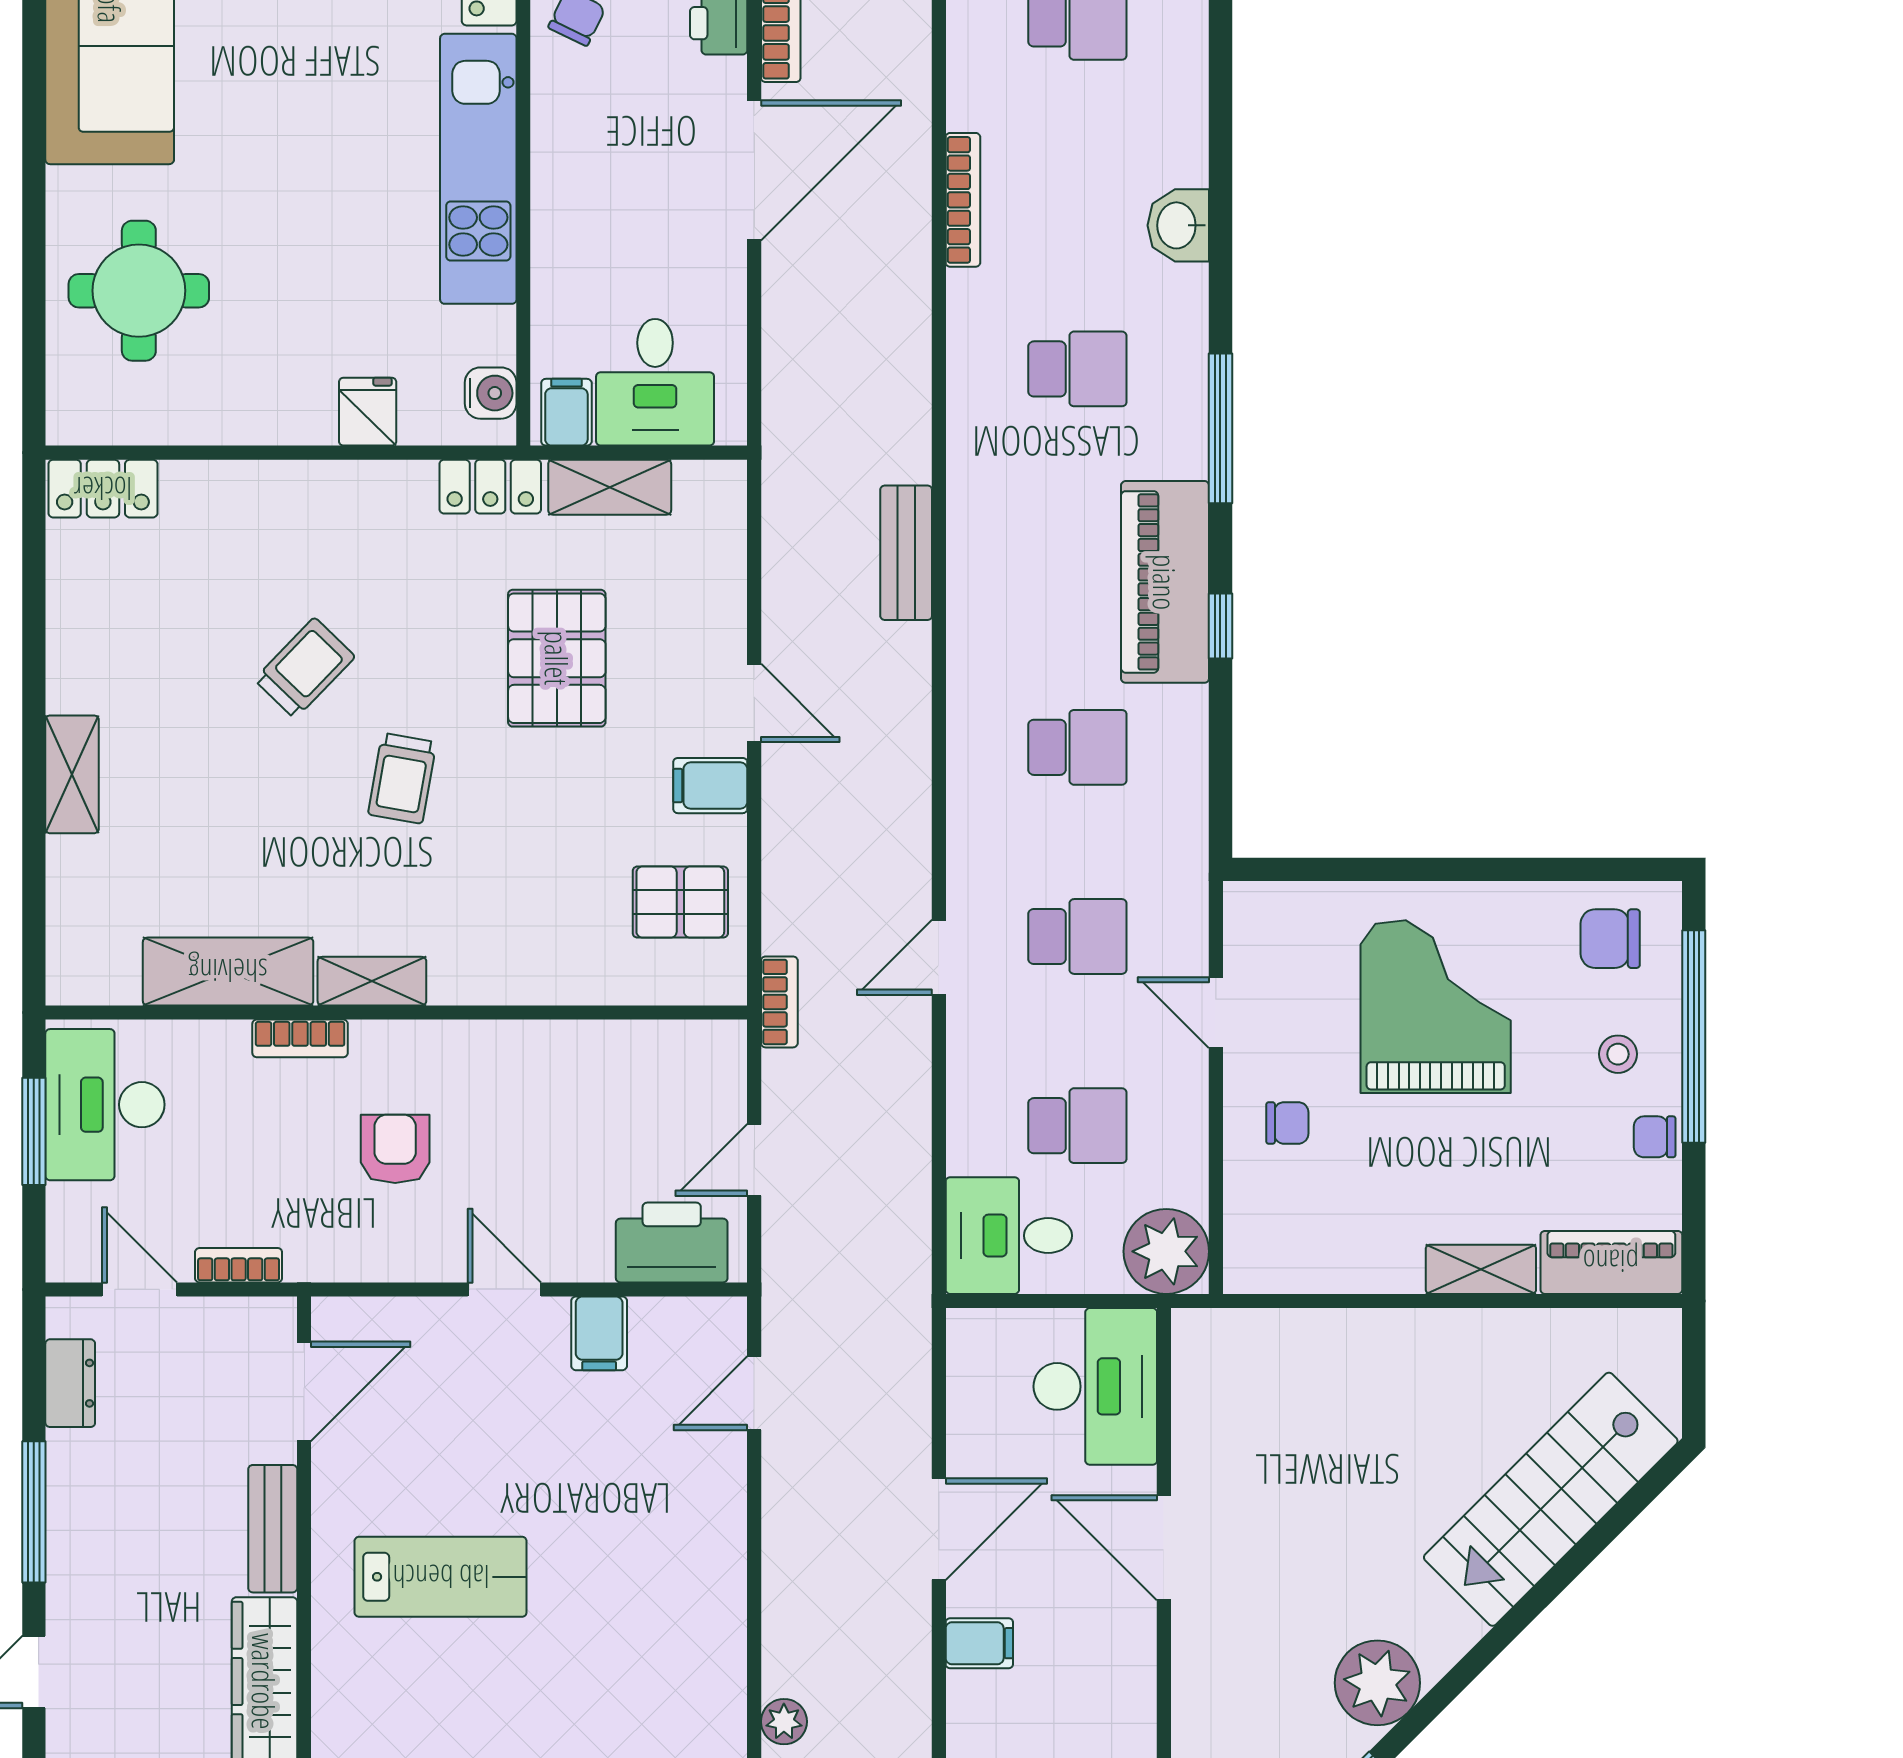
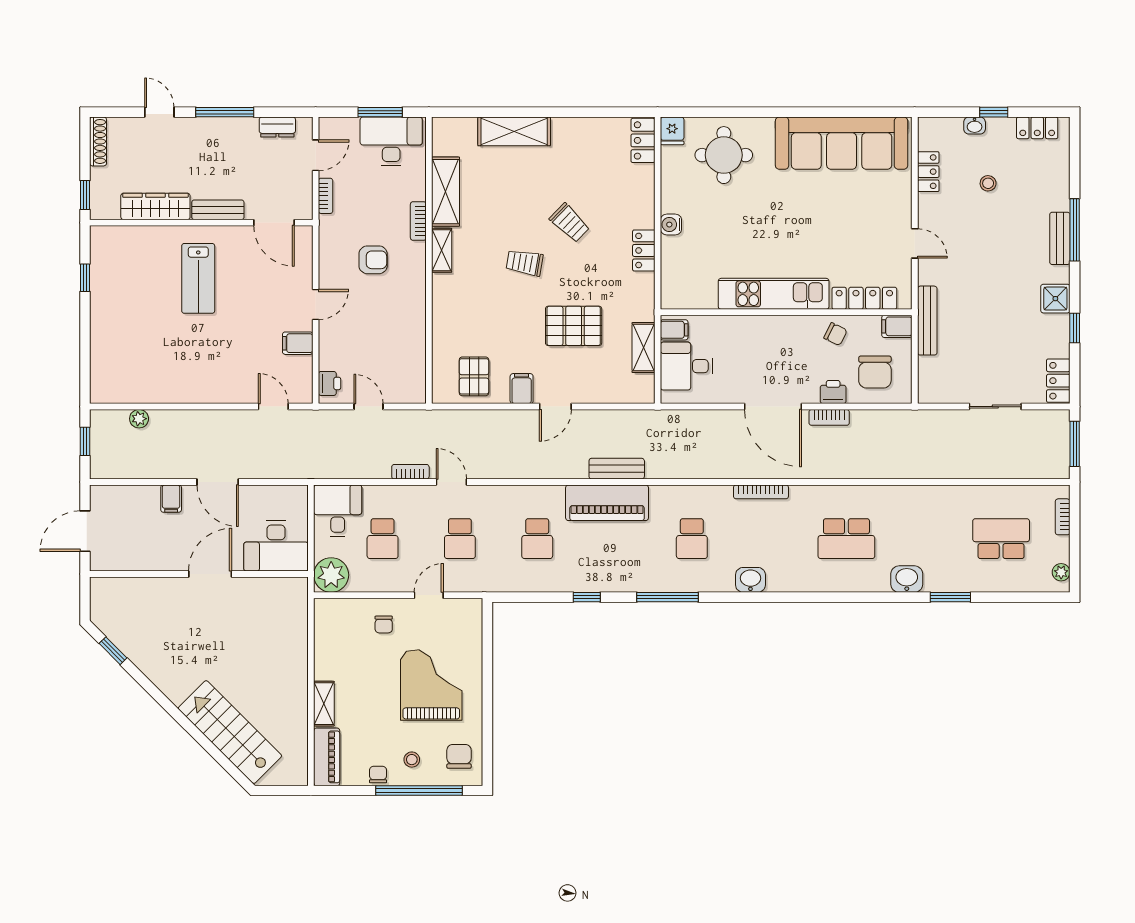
water cooler: (491, 393) -> (671, 225), moved, turned 90
fridge: (368, 412) -> (672, 131), moved, turned 90
locker: (490, 487) -> (644, 250), moved
piano: (1165, 582) -> (607, 503), moved, turned 180
shelving: (72, 774) -> (514, 131), width x1.50, depth x1.33
bookcase: (779, 1002) -> (410, 472), moved, turned 180
grand piano: (1436, 1007) -> (431, 685), turned -90
printer: (672, 1242) -> (330, 383), width x0.53, depth x0.68
plant: (1377, 1683) -> (155, 661), removed

